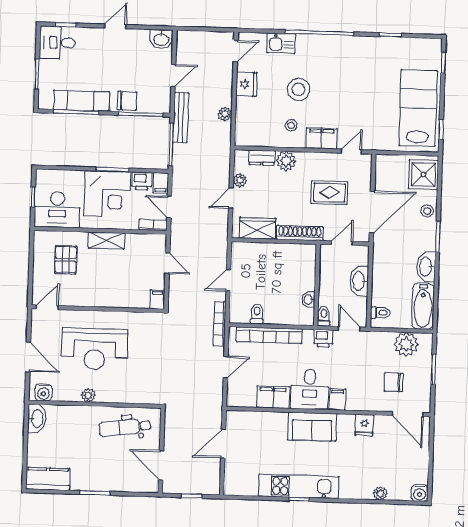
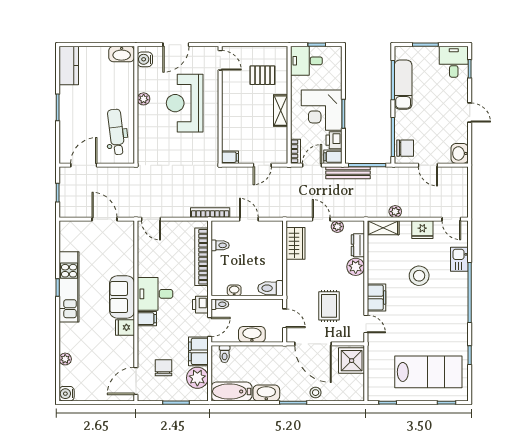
chair: (127, 101) -> (405, 148), moved, turned -90
lab bench: (418, 108) -> (428, 372), moved
bench: (181, 118) -> (348, 173), moved
stool: (291, 125) -> (387, 270), removed
shelving: (243, 128) -> (383, 228), added
shower: (423, 175) -> (352, 361), moved
desk: (57, 210) -> (306, 61), width x0.73
shoe rack: (300, 233) -> (292, 281), removed
toilet: (307, 258) -> (271, 288), added
door: (226, 367) -> (151, 219), moved
filing cabinet: (273, 397) -> (198, 351), moved, turned 180
fridge: (364, 425) -> (125, 327), moved

